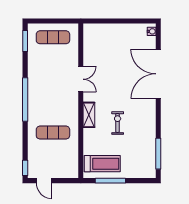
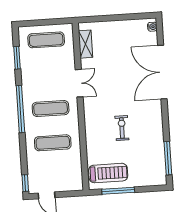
window: (25, 41) -> (17, 58), moved
exercise mat: (53, 101) -> (51, 109), added
shelving: (89, 115) -> (85, 44), moved

